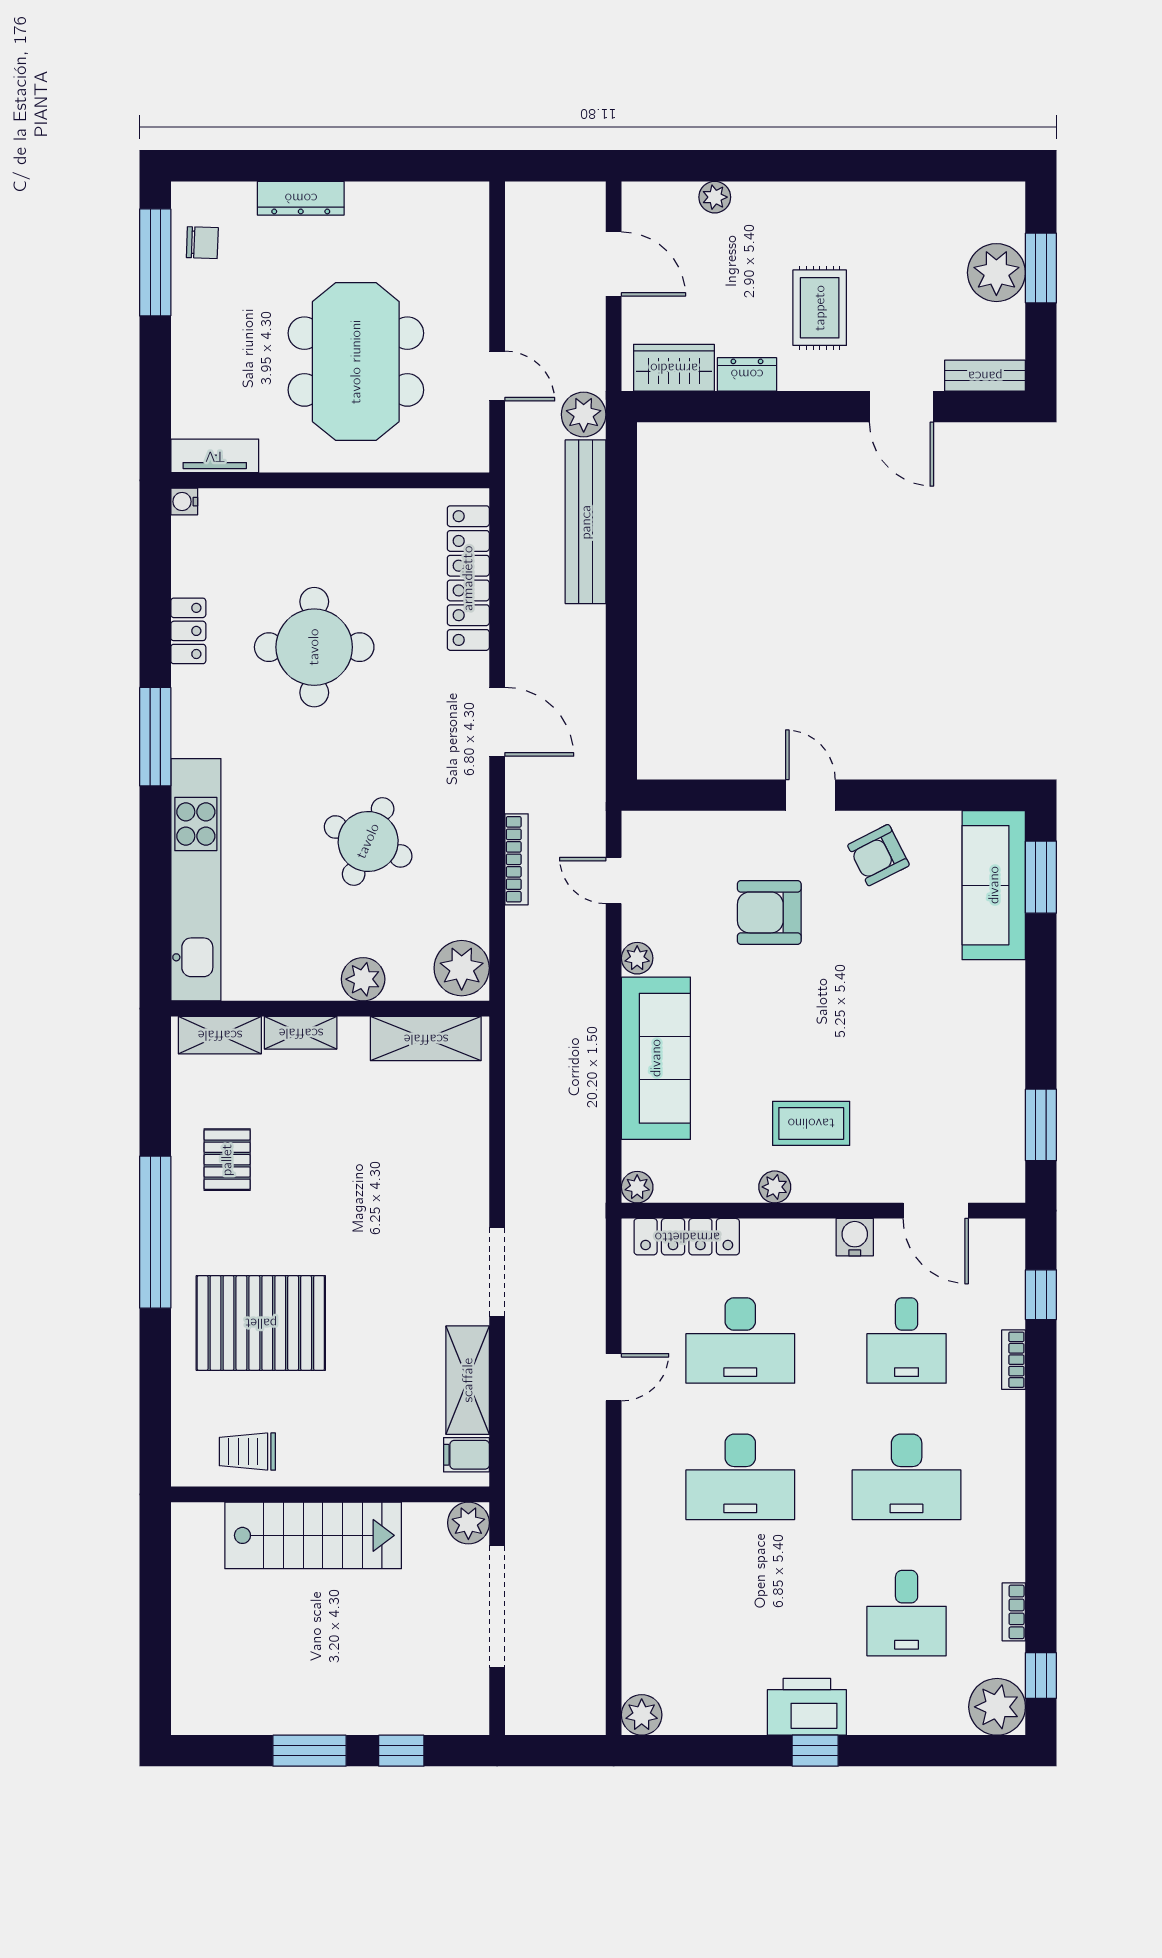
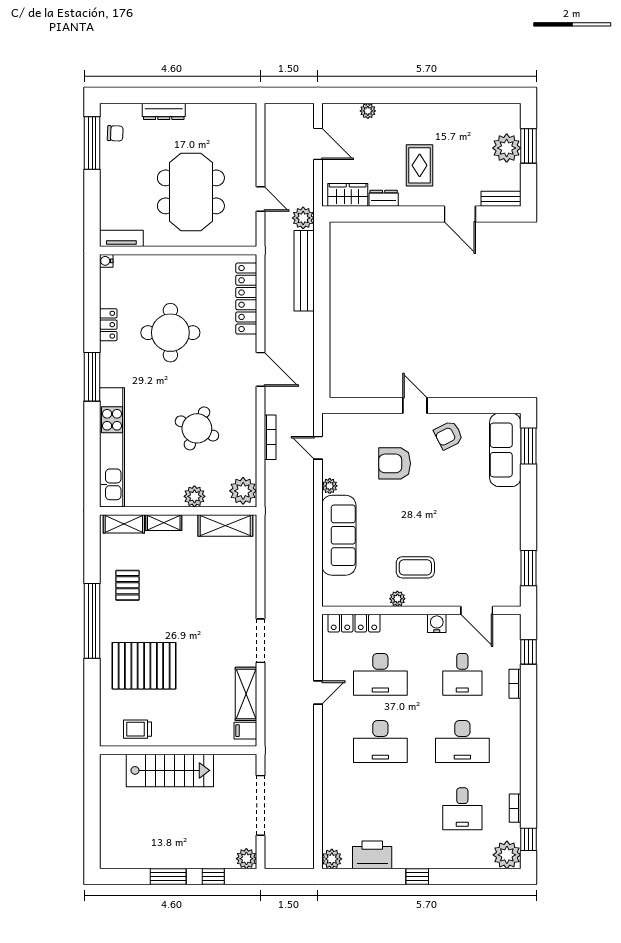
plant: (637, 1187) -> (330, 599), removed
plant: (468, 1523) -> (246, 859), moved
printer: (807, 1707) -> (372, 855), moved

